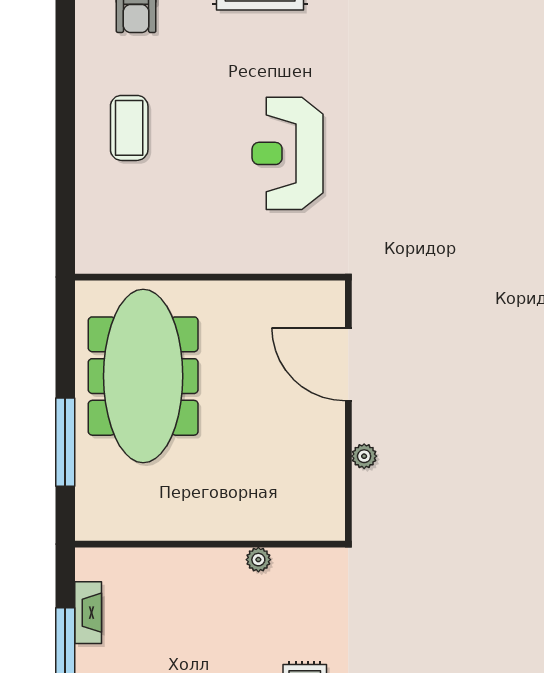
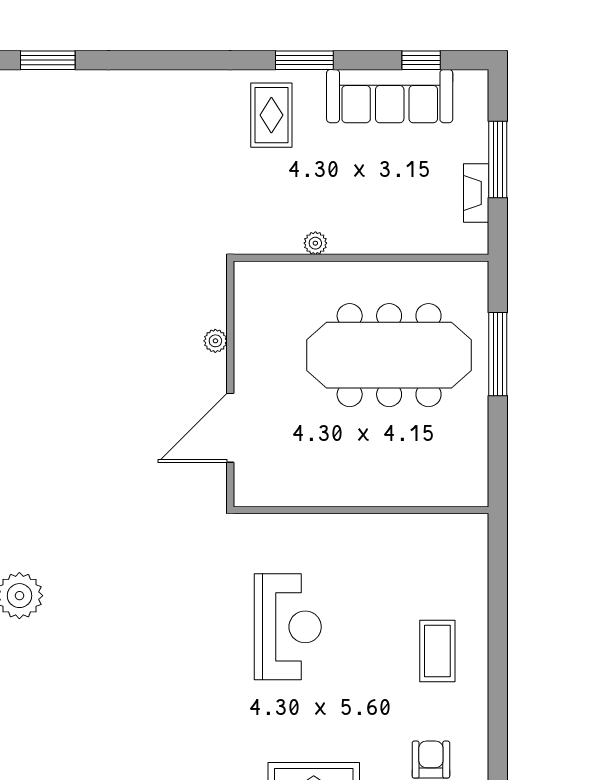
door: (348, 364) -> (230, 428), swing flipped
meeting table: (143, 376) -> (389, 355), moved, turned 90

